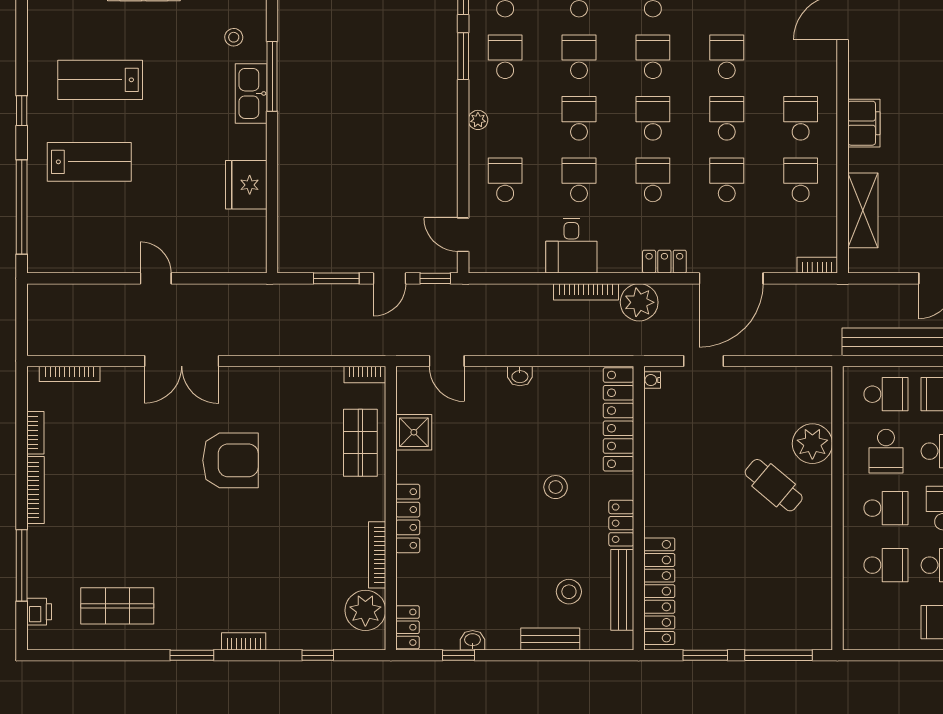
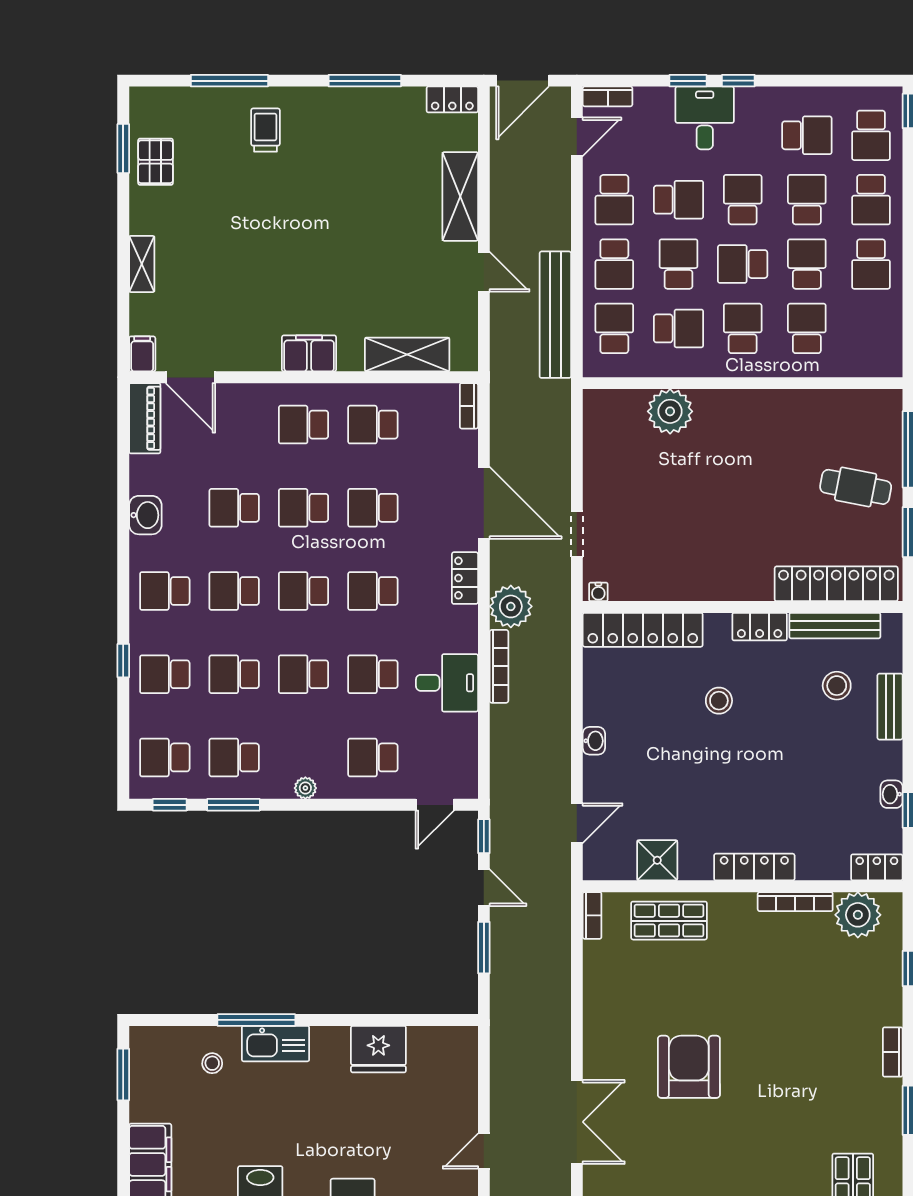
cafe table: (774, 485) -> (856, 487), moved, turned 61

